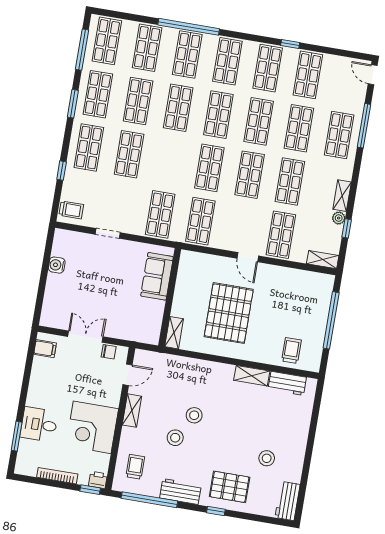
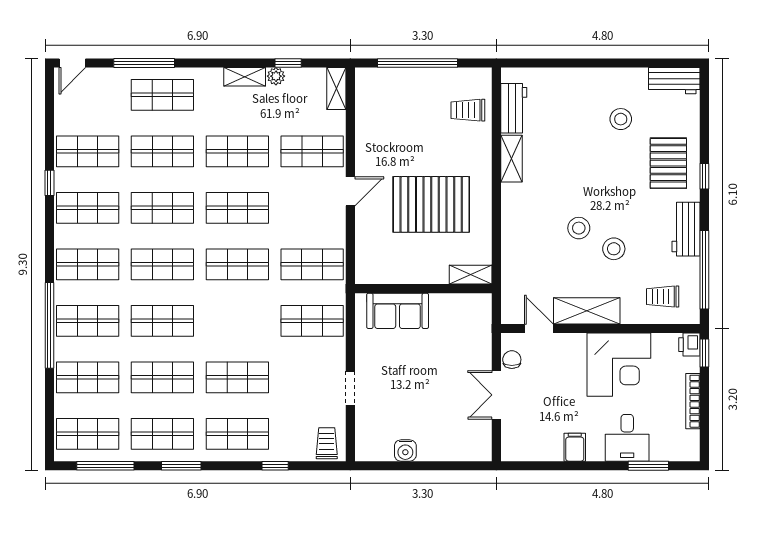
filing cabinet: (45, 349) -> (575, 447), moved
shelving: (132, 411) -> (587, 311), width x1.50, depth x1.33

